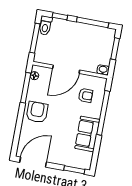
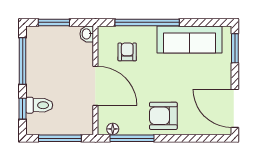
toilet: (45, 26) -> (39, 105), moved
sofa: (87, 134) -> (190, 39), width x1.36

